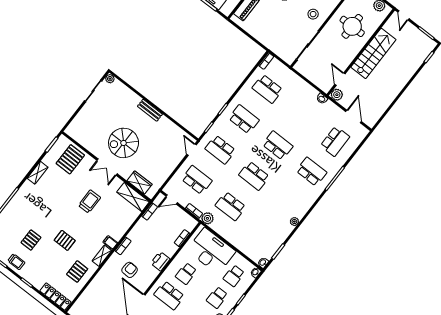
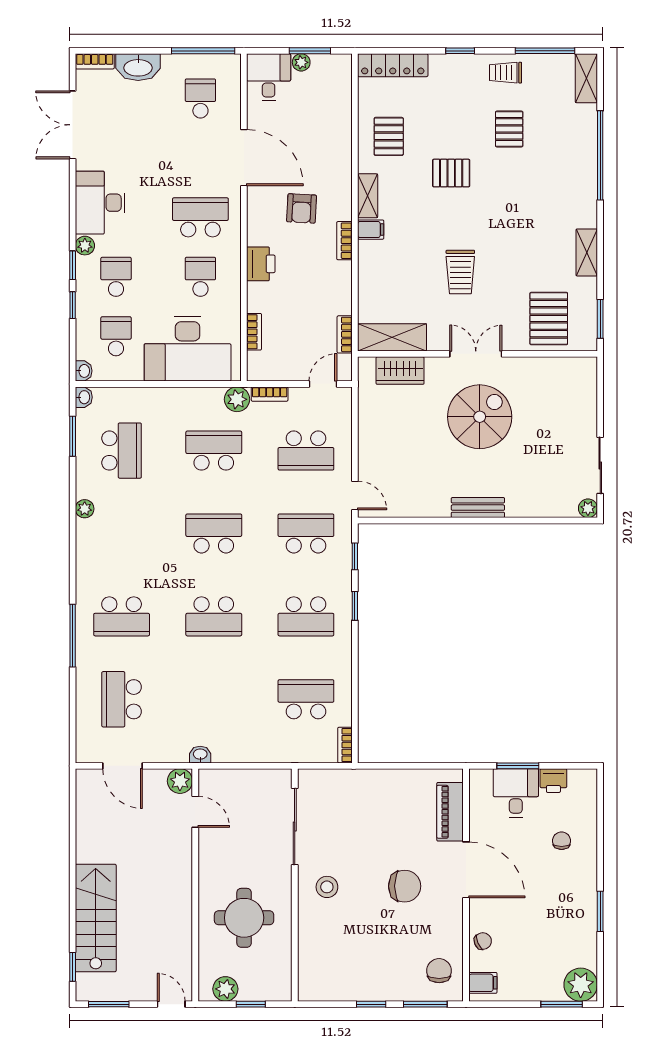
stairs: (373, 53) -> (96, 918), moved, turned 180
school desk: (264, 232) -> (122, 451), added

